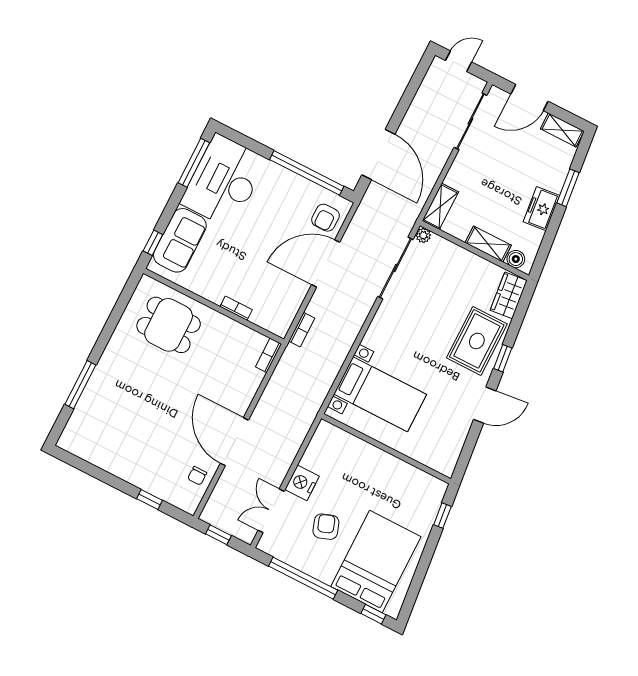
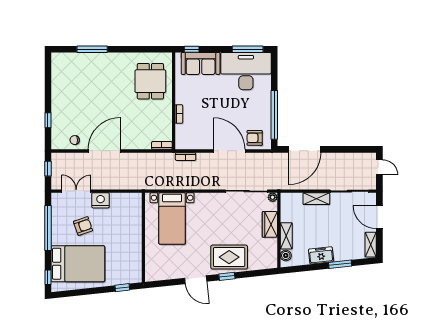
shelving: (440, 206) -> (316, 199), moved
wardrobe: (509, 295) -> (270, 224), moved, turned -84

